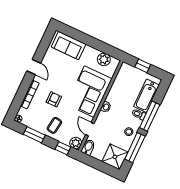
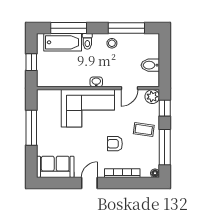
window: (95, 43) -> (31, 128), added
sofa: (69, 46) -> (55, 167), moved, turned -90
plant: (104, 59) -> (44, 109), removed
window: (150, 116) -> (69, 28), moved
window: (34, 135) -> (165, 147), width x1.44
bidet: (88, 147) -> (150, 65), moved
shower: (115, 157) -> (147, 46), removed

